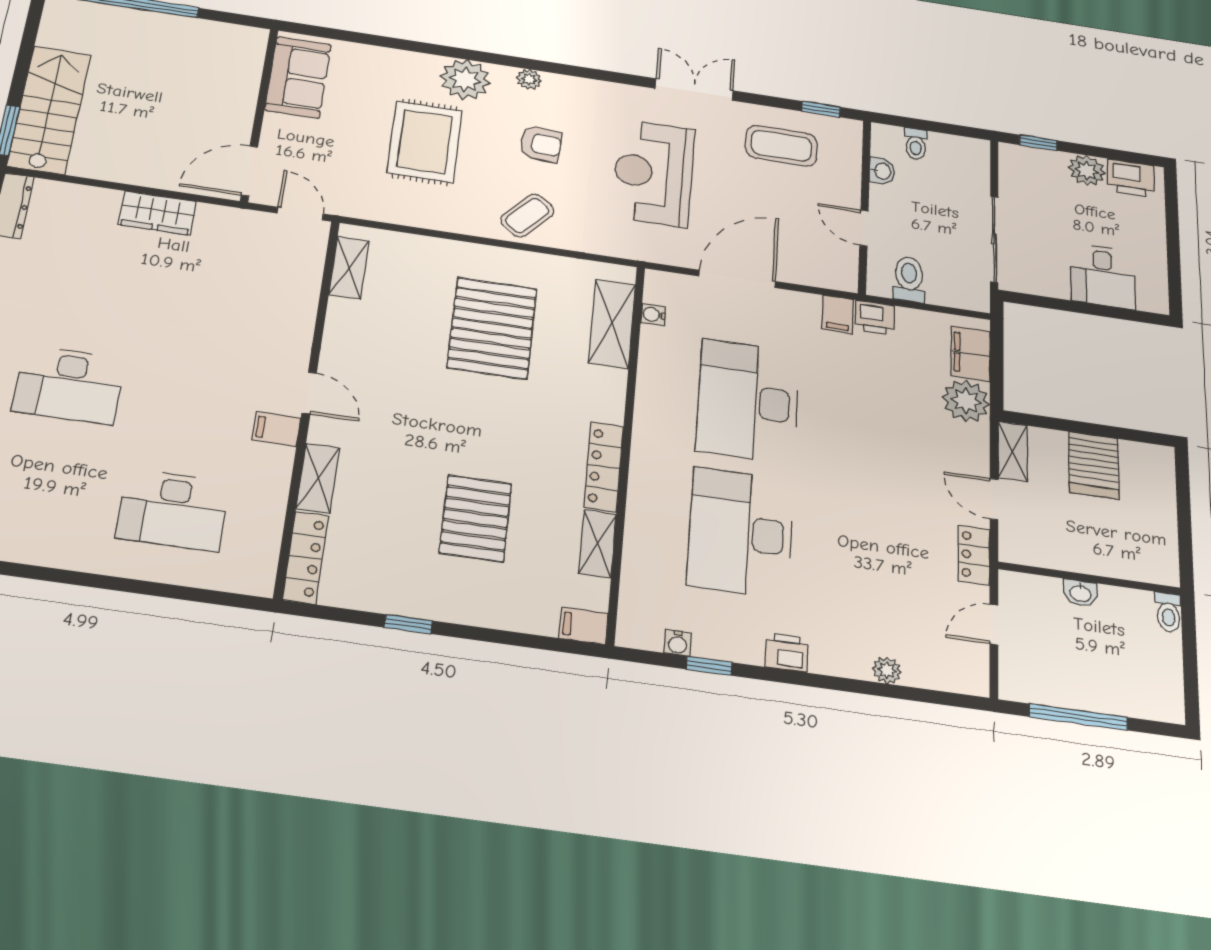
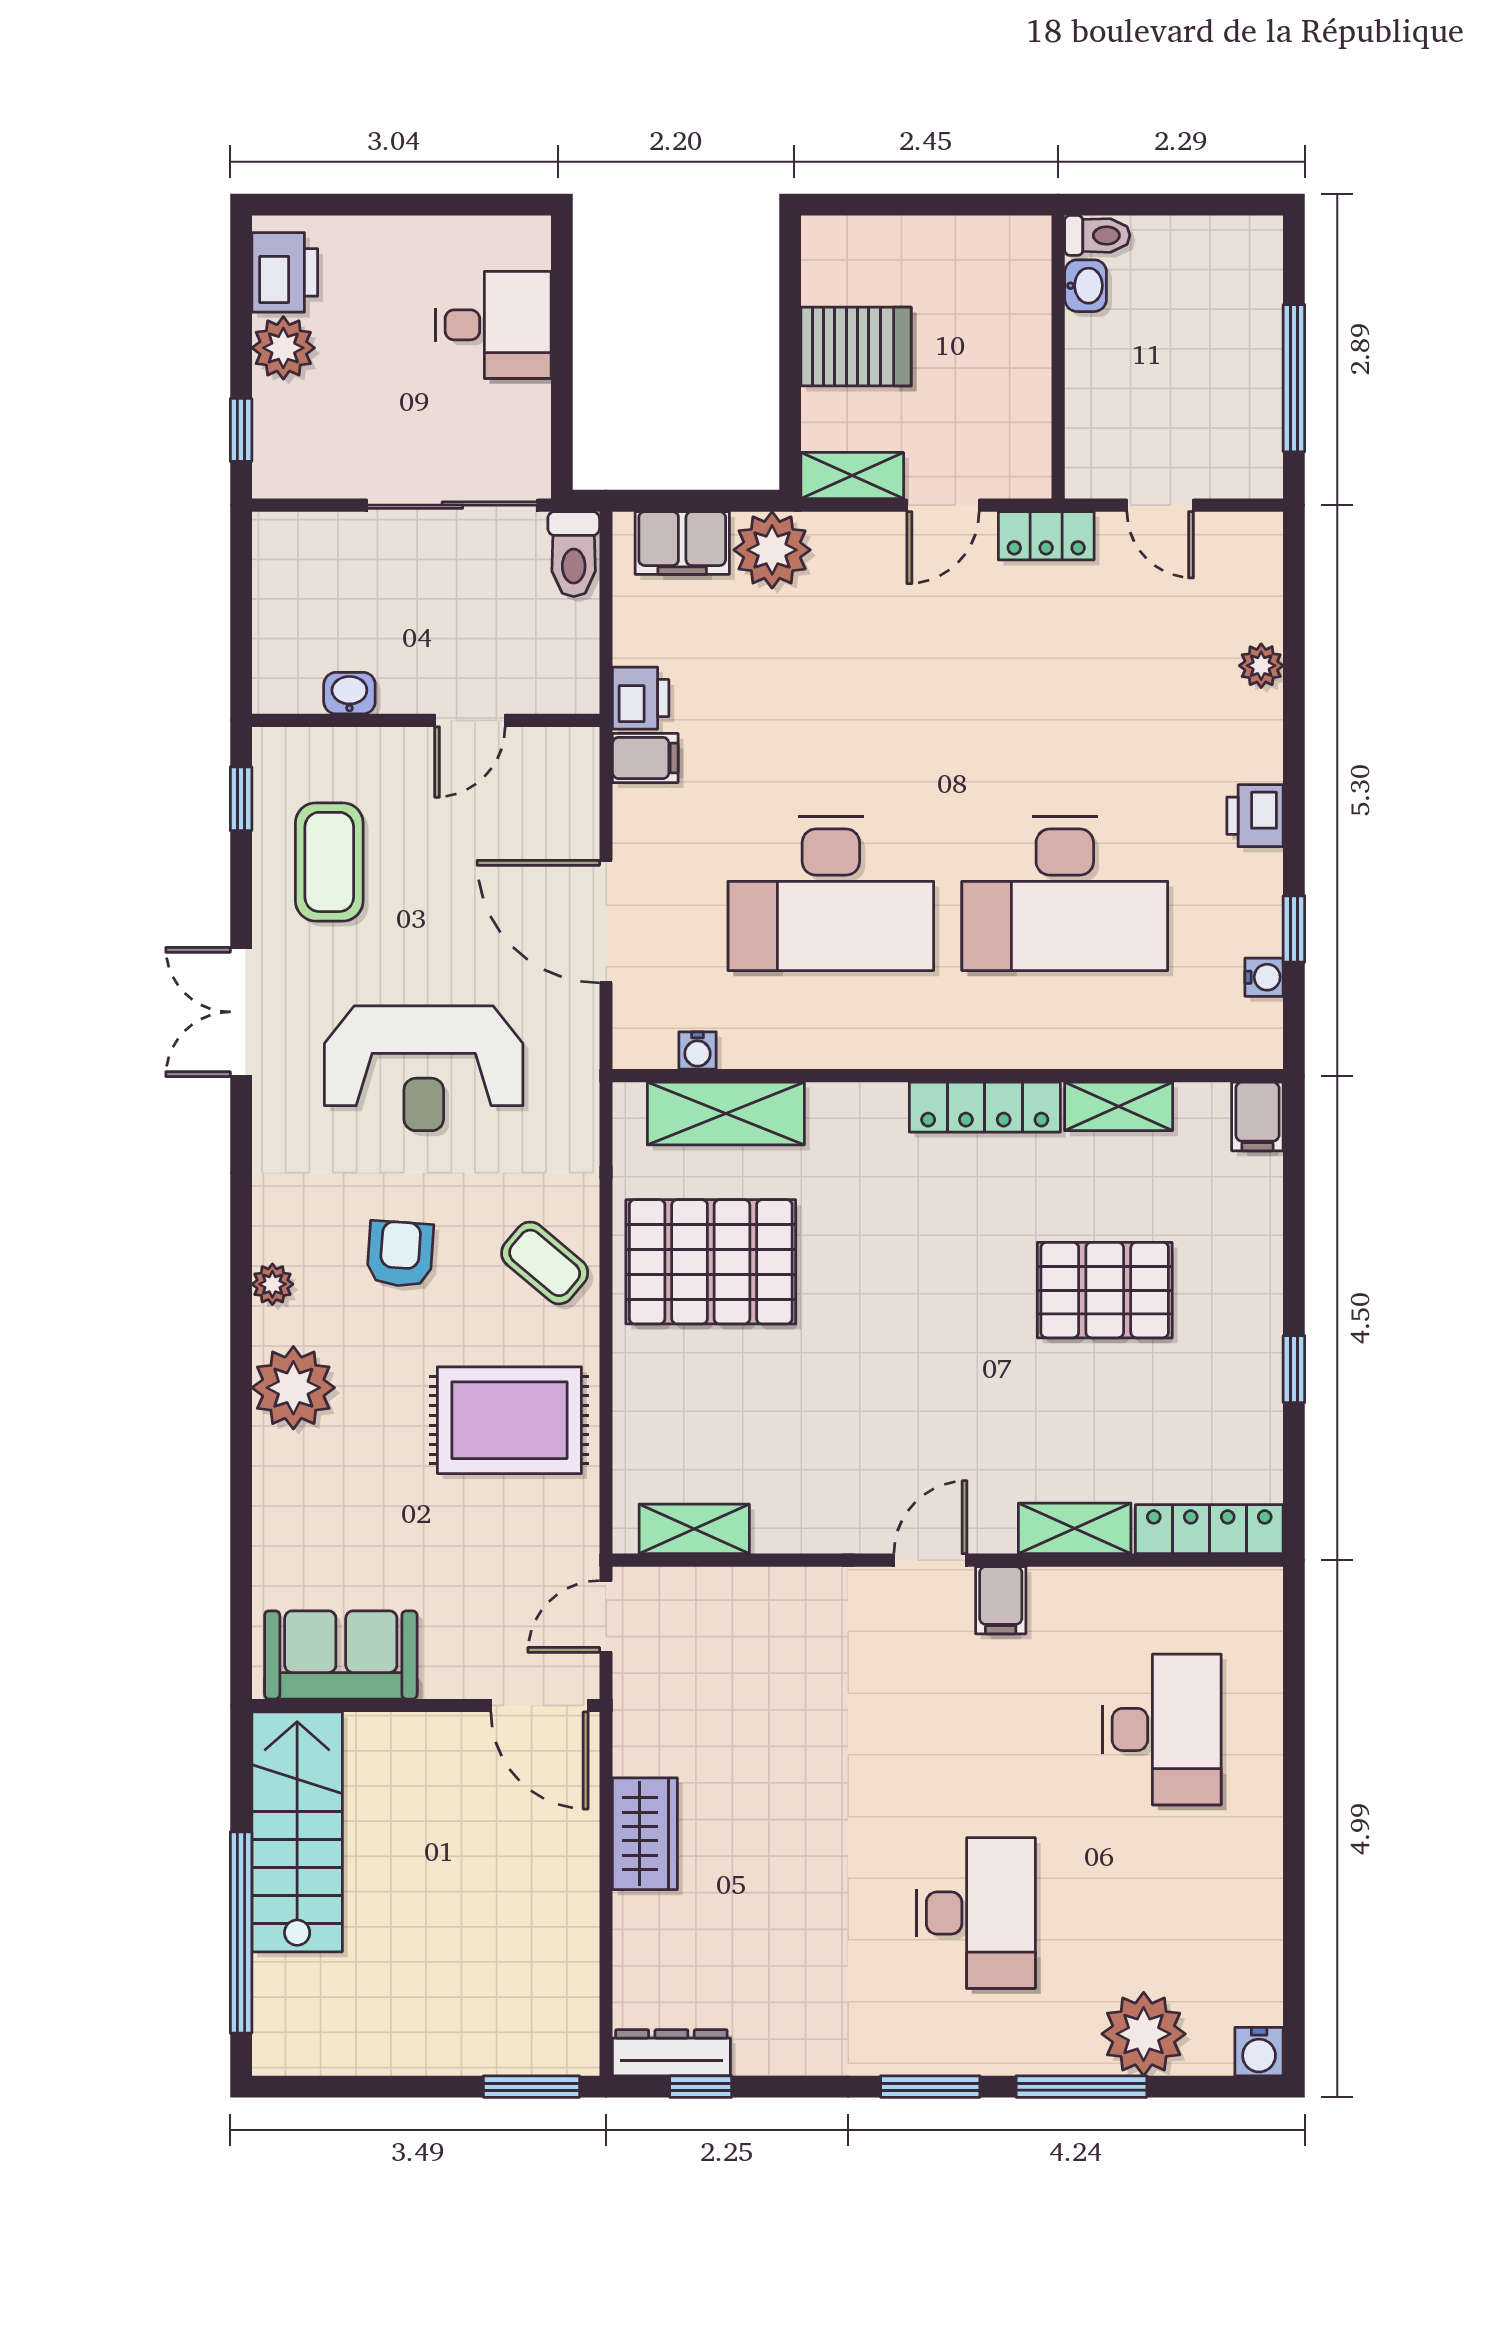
stairs: (49, 110) -> (297, 1832), moved, turned 90
rug: (425, 142) -> (509, 1420), moved
toilet: (916, 144) -> (283, 638), removed
toilet: (909, 279) -> (574, 554), moved, turned -90
pallet: (492, 328) -> (711, 1262), moved
washbasin: (1080, 593) -> (1086, 286), moved

